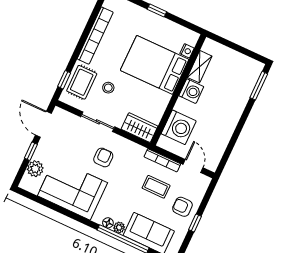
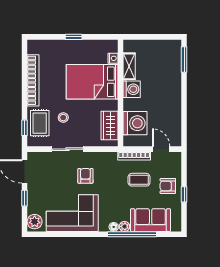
wardrobe: (140, 128) -> (109, 126), moved, turned -90
plant: (35, 169) -> (35, 222), moved

